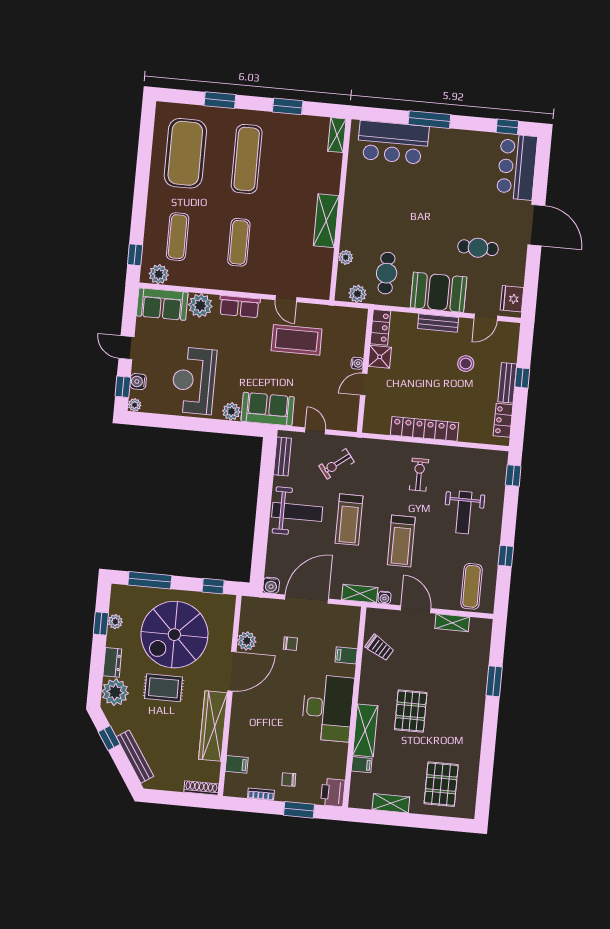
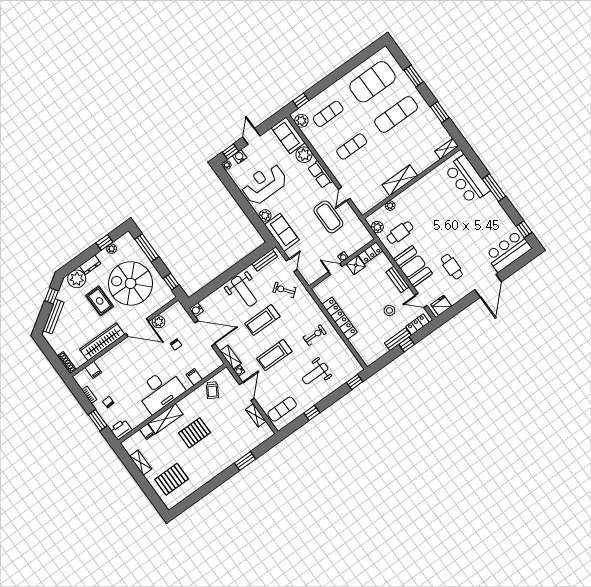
locker: (503, 420) -> (417, 324), moved

